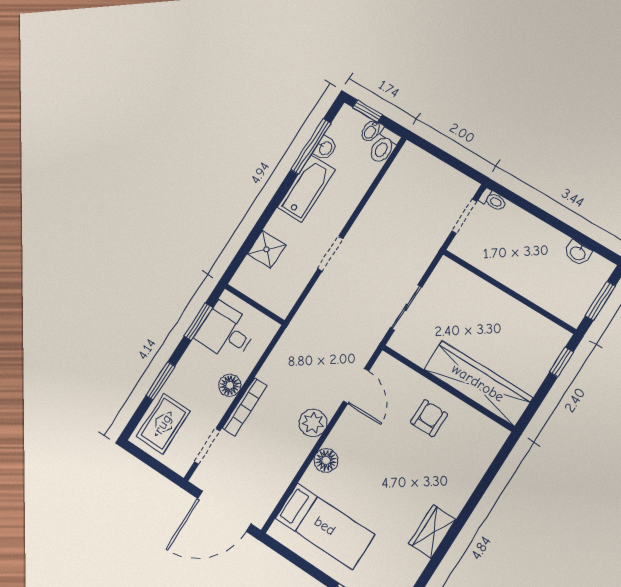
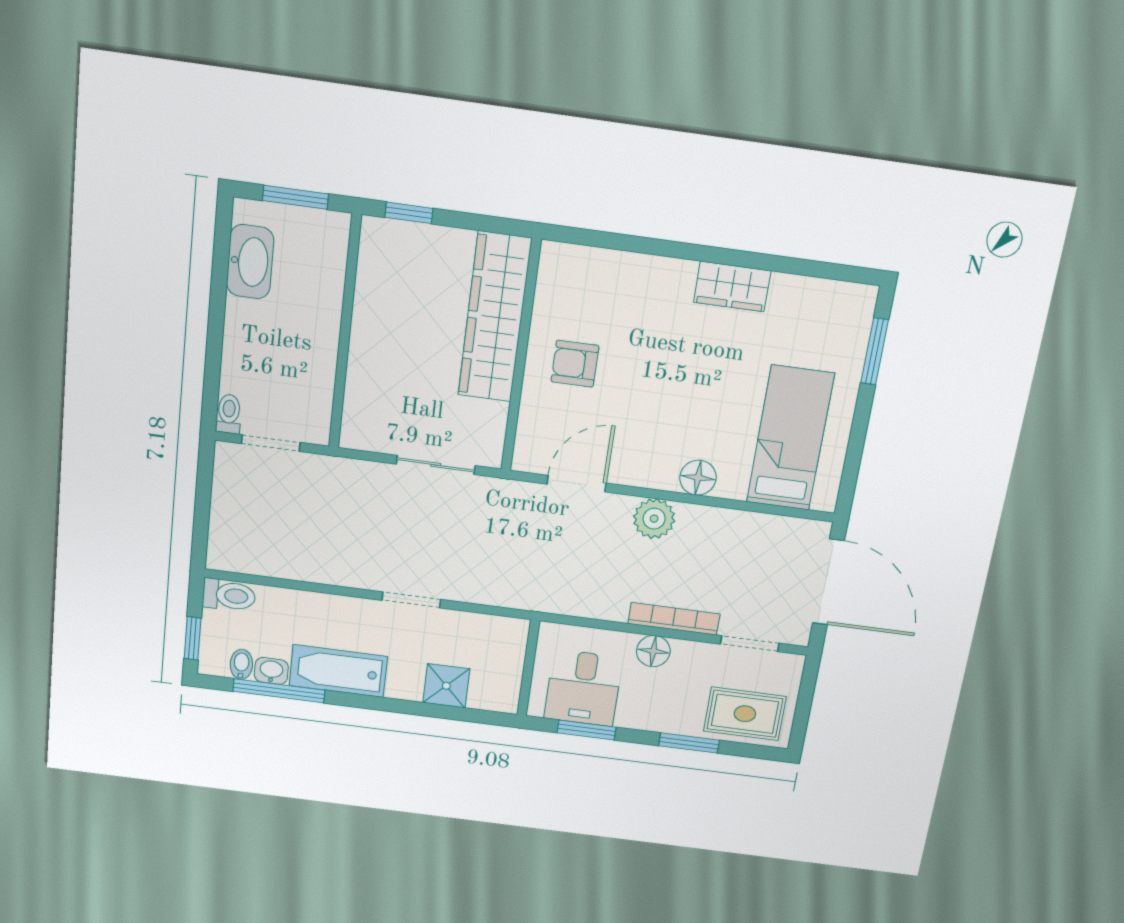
bidet: (371, 131) -> (241, 664), moved, turned -90
washbasin: (578, 253) -> (250, 262), width x1.91, depth x1.45

